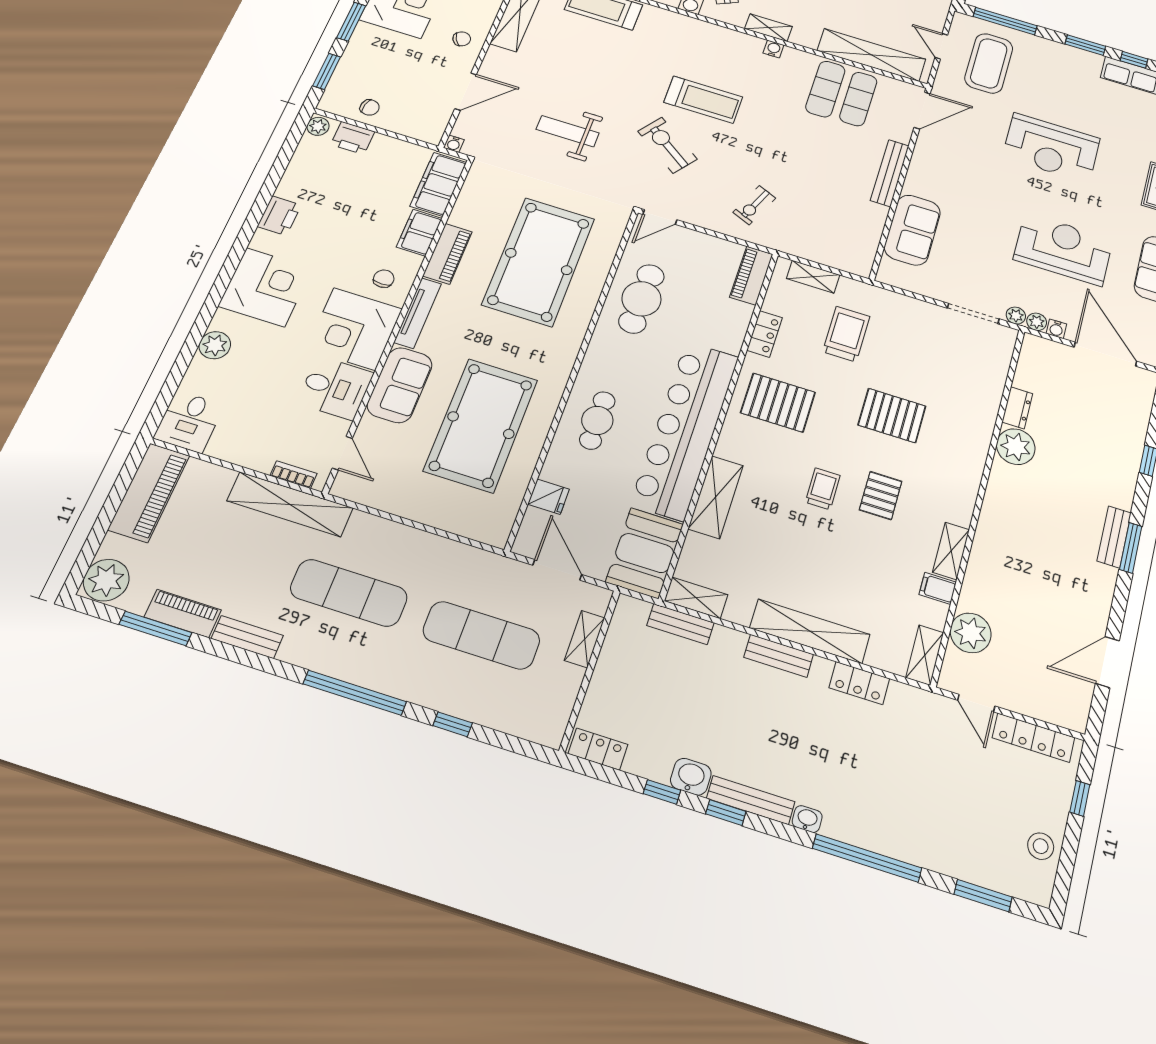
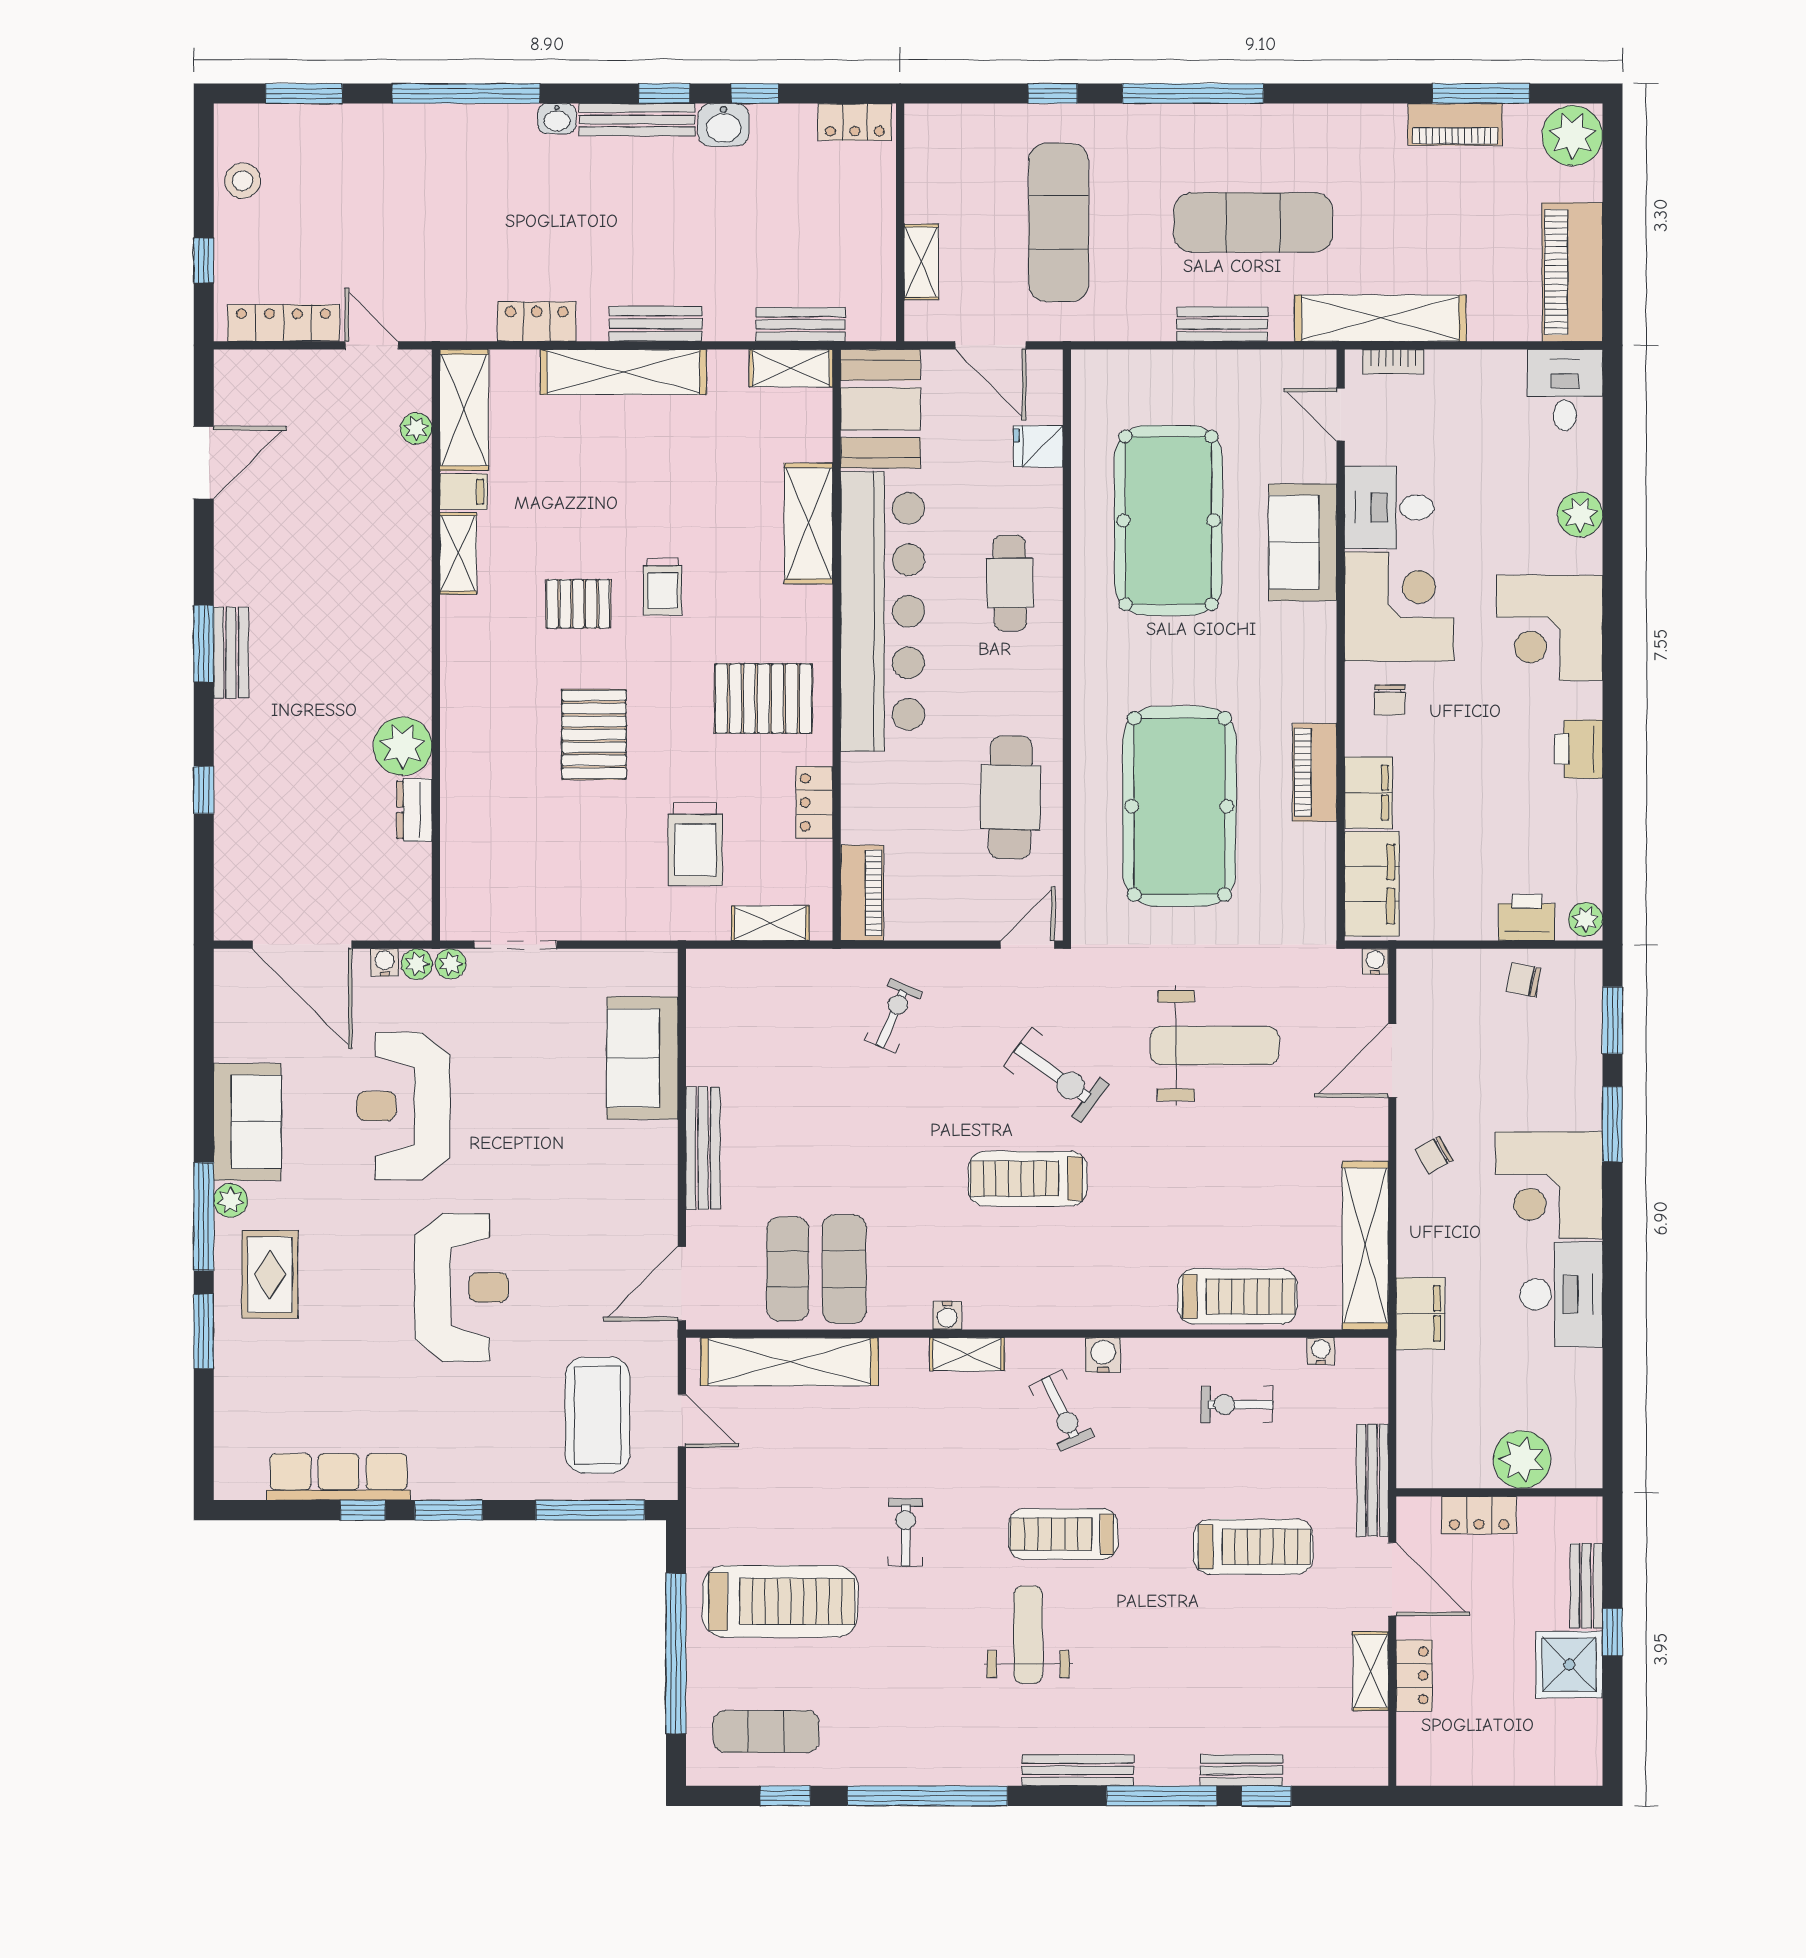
weight bench: (568, 131) -> (1215, 1046), width x1.36, depth x1.33
reception desk: (1051, 148) -> (462, 1287), turned 90
reception desk: (1063, 249) -> (403, 1106), turned 90
tv unit: (418, 313) -> (1321, 662), removed
pallet: (892, 415) -> (594, 734), turned 90
pallet: (881, 496) -> (578, 604), turned 90
plant: (971, 633) -> (416, 428), width x0.53, depth x0.53
exercise mat: (481, 635) -> (1059, 222), turned 90
bench: (247, 637) -> (1222, 324), moved
shelving: (925, 655) -> (464, 410), width x1.50, depth x1.33

